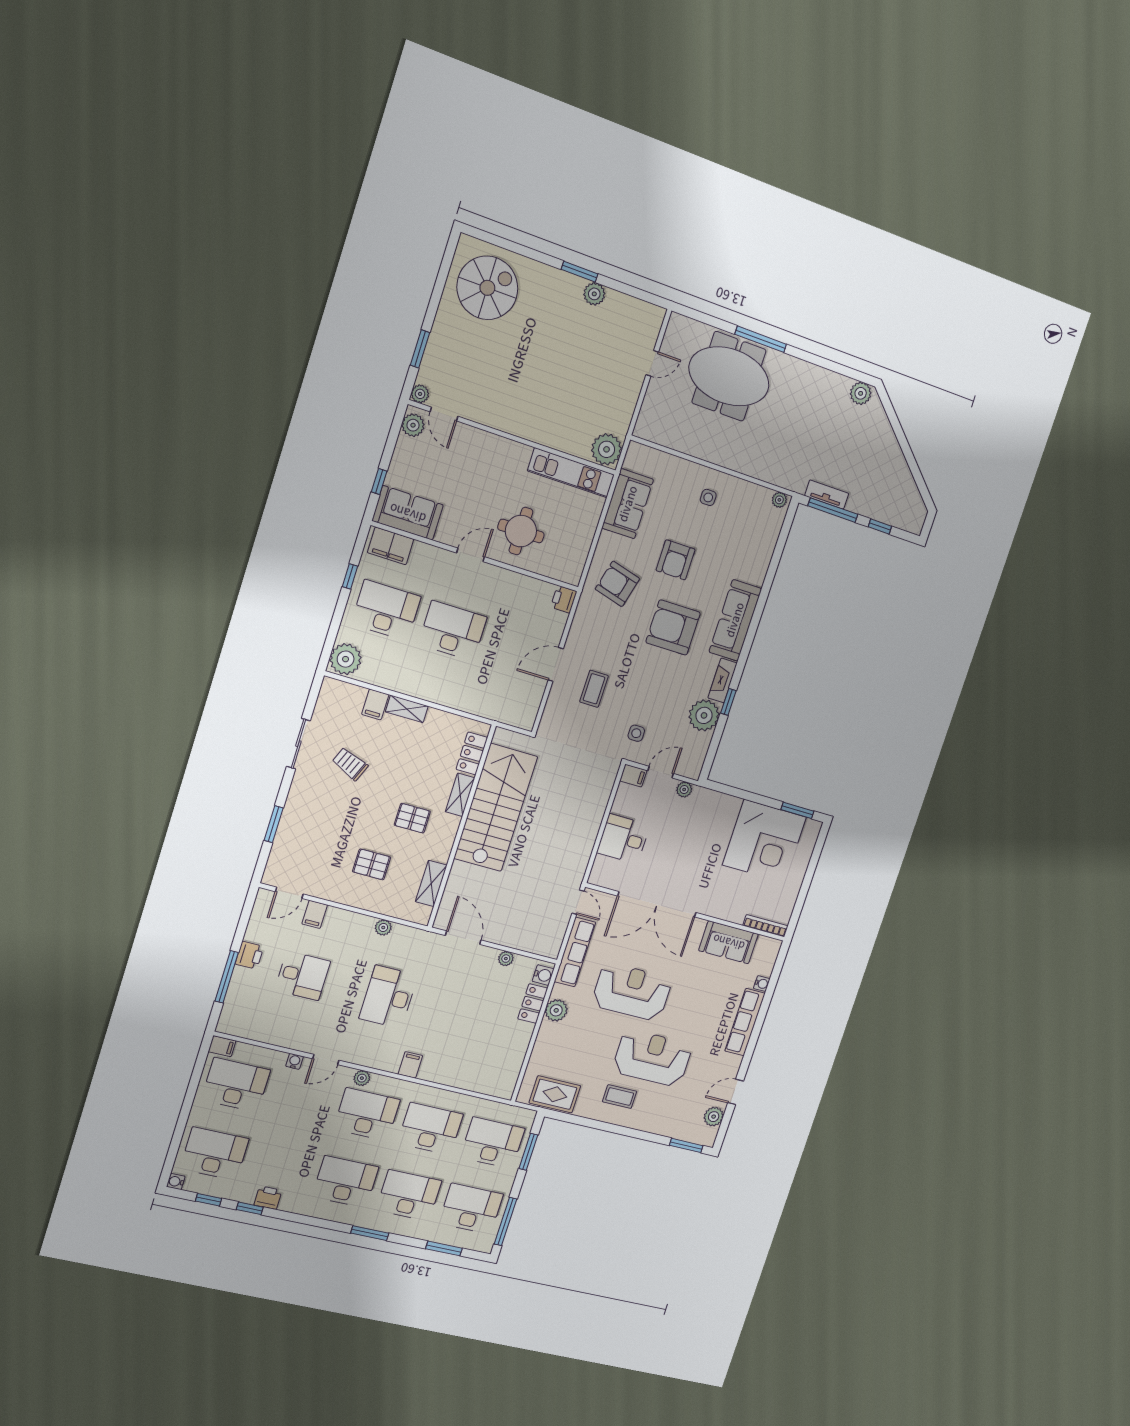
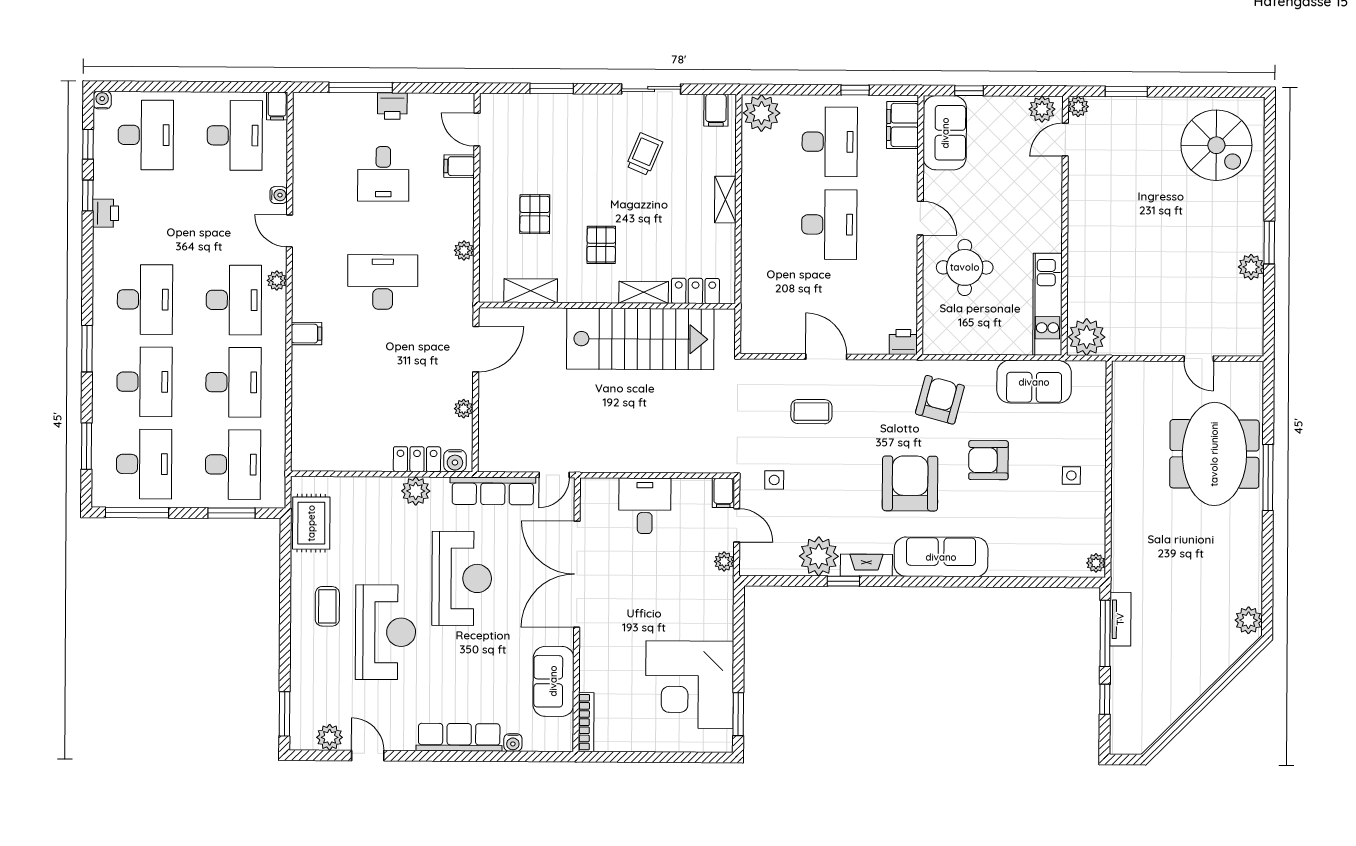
filing cabinet: (375, 704) -> (716, 110), moved, turned -90

